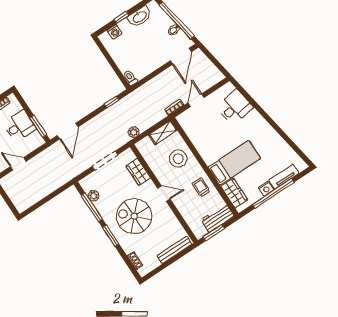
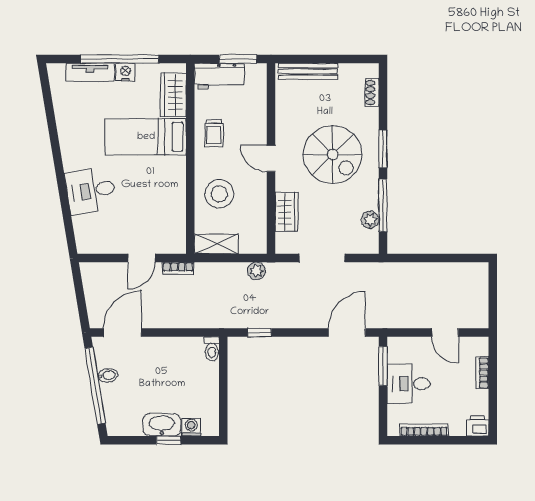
washbasin: (140, 17) -> (162, 425), moved
desk: (235, 107) -> (91, 191), moved

